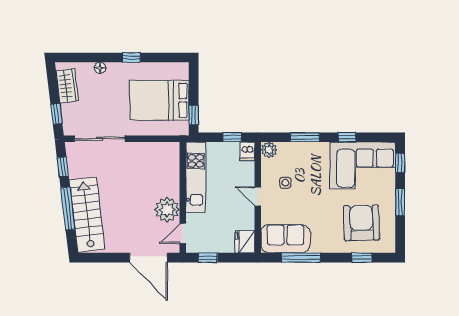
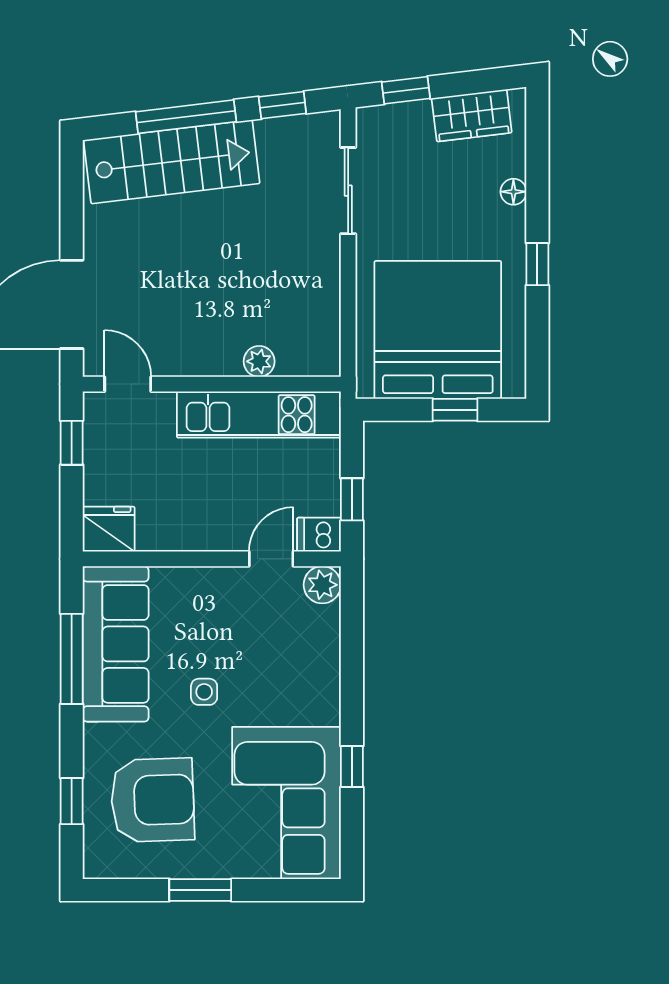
bed: (159, 100) -> (438, 330), width x1.36
window: (194, 115) -> (455, 410), moved
window: (305, 137) -> (352, 668), removed
sliding door: (100, 139) -> (348, 191), width x0.73
window: (400, 163) -> (292, 890), removed
side table: (285, 183) -> (204, 692), moved
door: (258, 196) -> (271, 559), moved
plant: (167, 210) -> (259, 361), moved, width x0.53, depth x0.53
sofa: (285, 239) -> (116, 644), width x1.36

